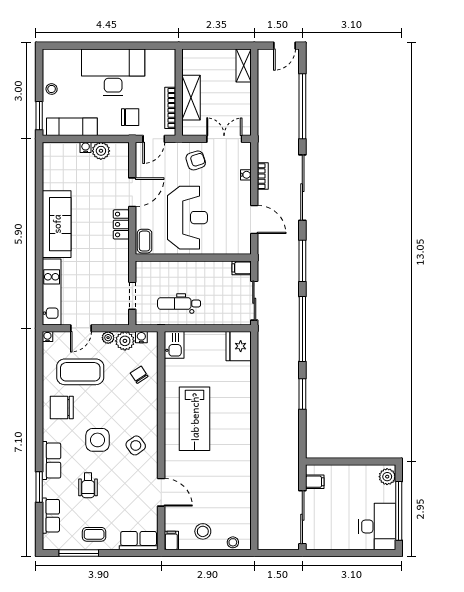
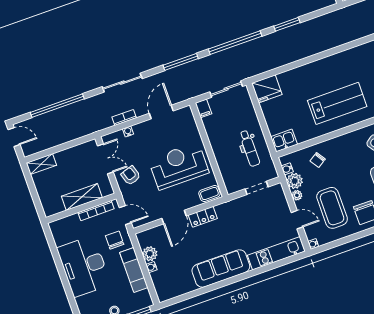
exam couch: (72, 127) -> (134, 270), moved
double door: (224, 139) -> (105, 159), swing flipped
sliding door: (302, 188) -> (122, 83), width x0.73
door: (132, 192) -> (174, 217), swing flipped

